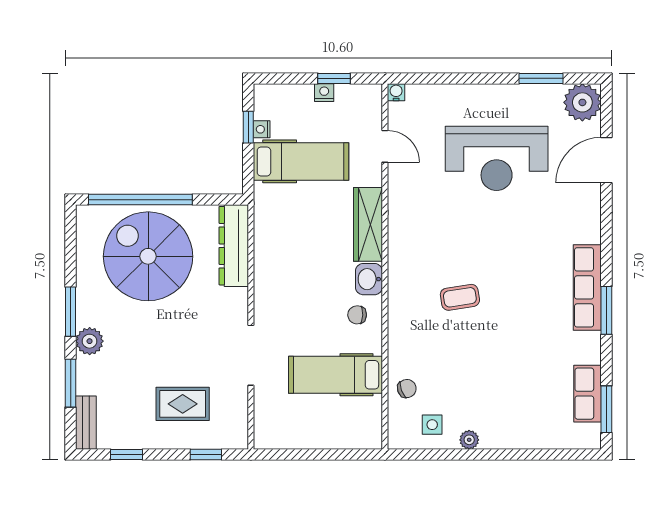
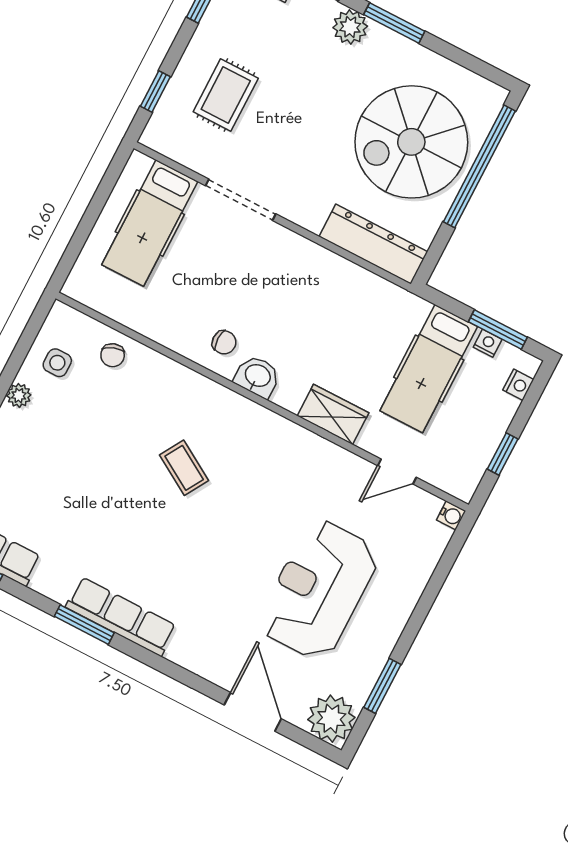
nightstand: (324, 93) -> (518, 385), moved
window: (248, 127) -> (498, 330), width x1.50
wardrobe: (368, 224) -> (333, 414), width x0.67
spiral stairs: (148, 256) -> (411, 142), turned 180
coffee table: (460, 297) -> (184, 468), turned -50
chair: (357, 315) -> (224, 342), turned 88
hospital bed: (335, 375) -> (150, 223), moved, turned 180

